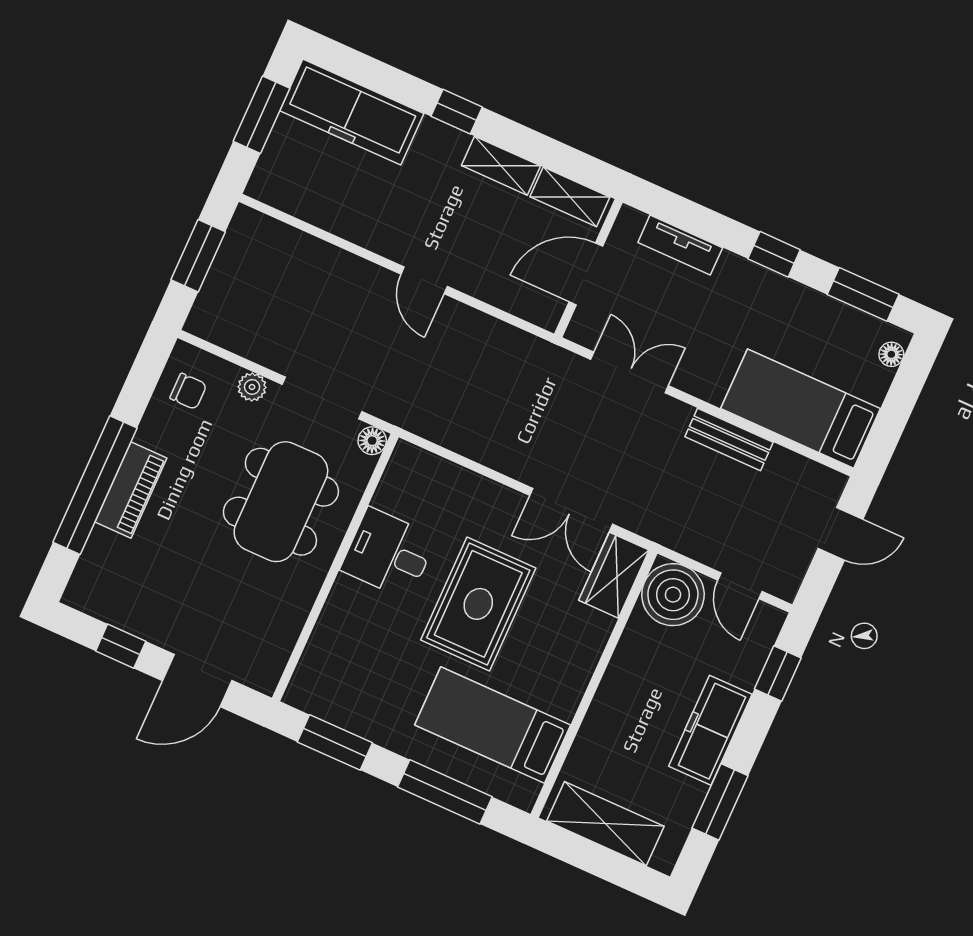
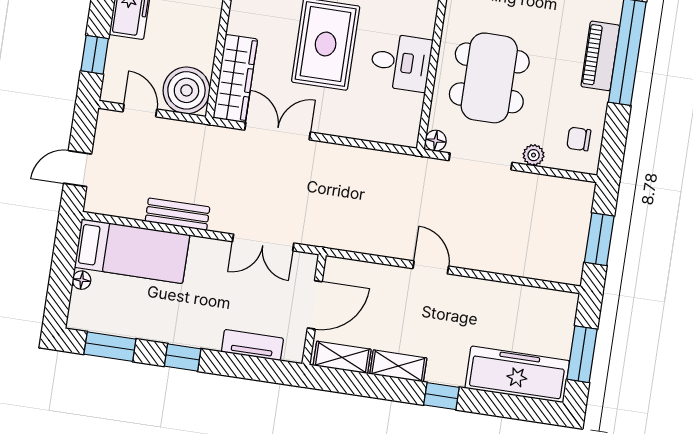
floor lamp: (891, 354) -> (82, 280), moved
wardrobe: (614, 575) -> (235, 79), width x1.50

